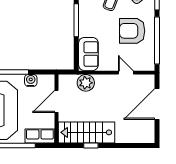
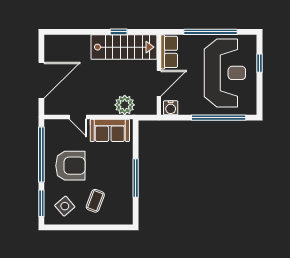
sofa: (88, 54) -> (110, 130), moved, turned -90
water cooler: (31, 80) -> (171, 108), moved
row of seats: (40, 136) -> (169, 52), moved, turned -90

